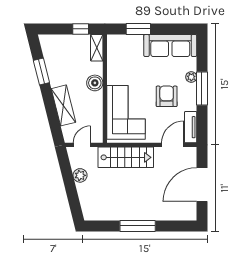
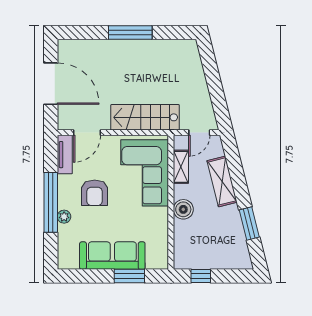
sofa: (170, 45) -> (112, 256), moved
shelving: (97, 48) -> (181, 167), moved
window: (202, 89) -> (51, 202), width x1.46
plant: (80, 175) -> (202, 95), removed
door: (202, 185) -> (51, 84), hinge flipped

